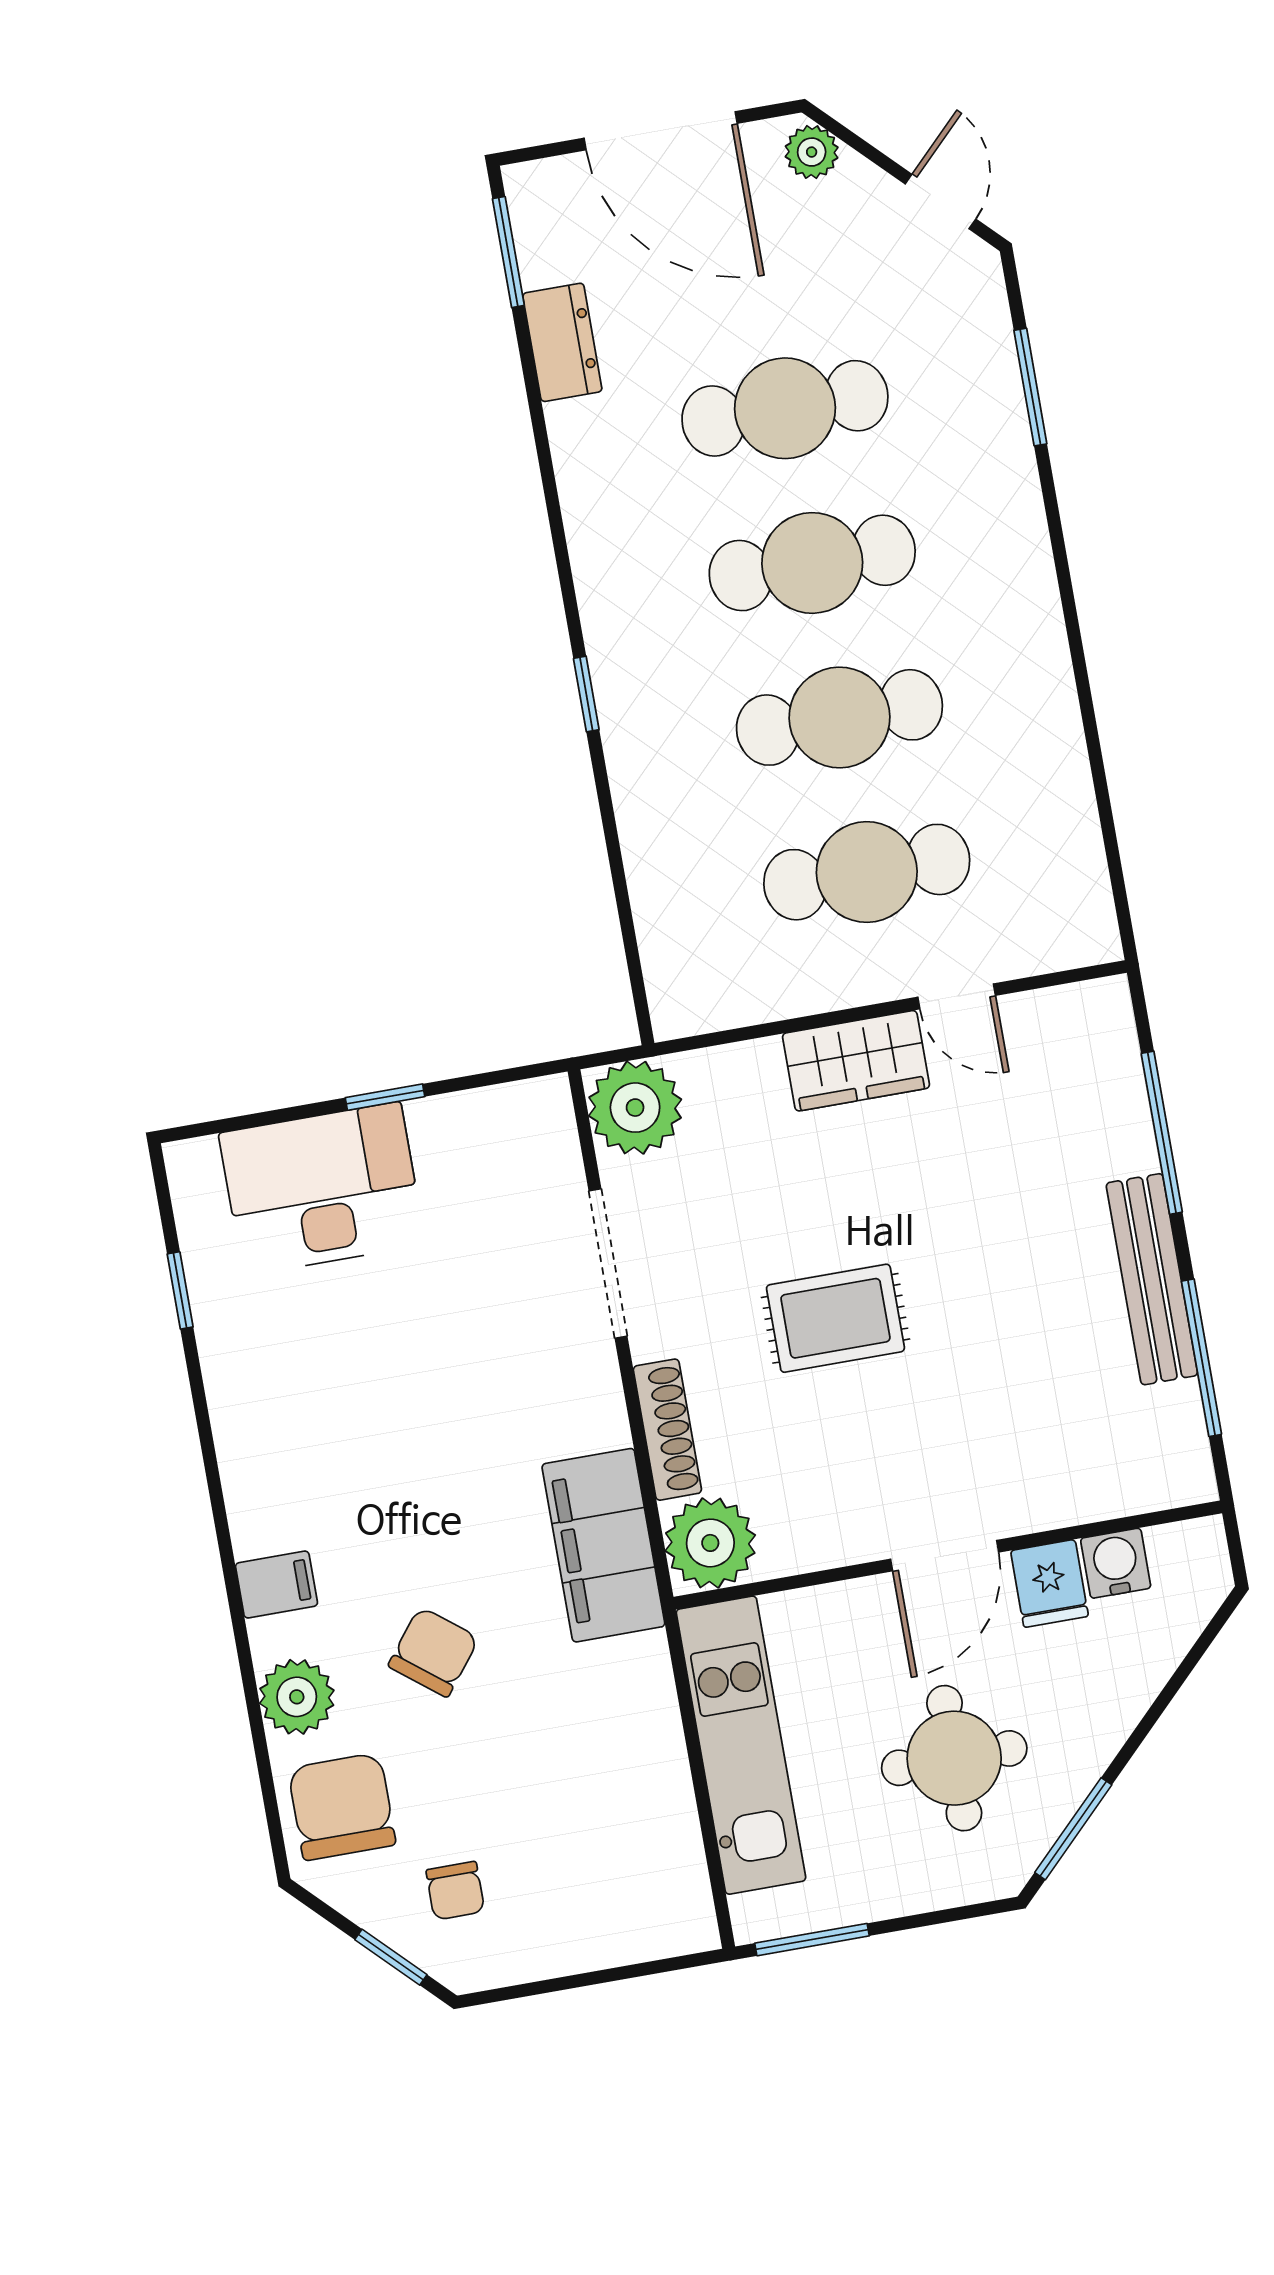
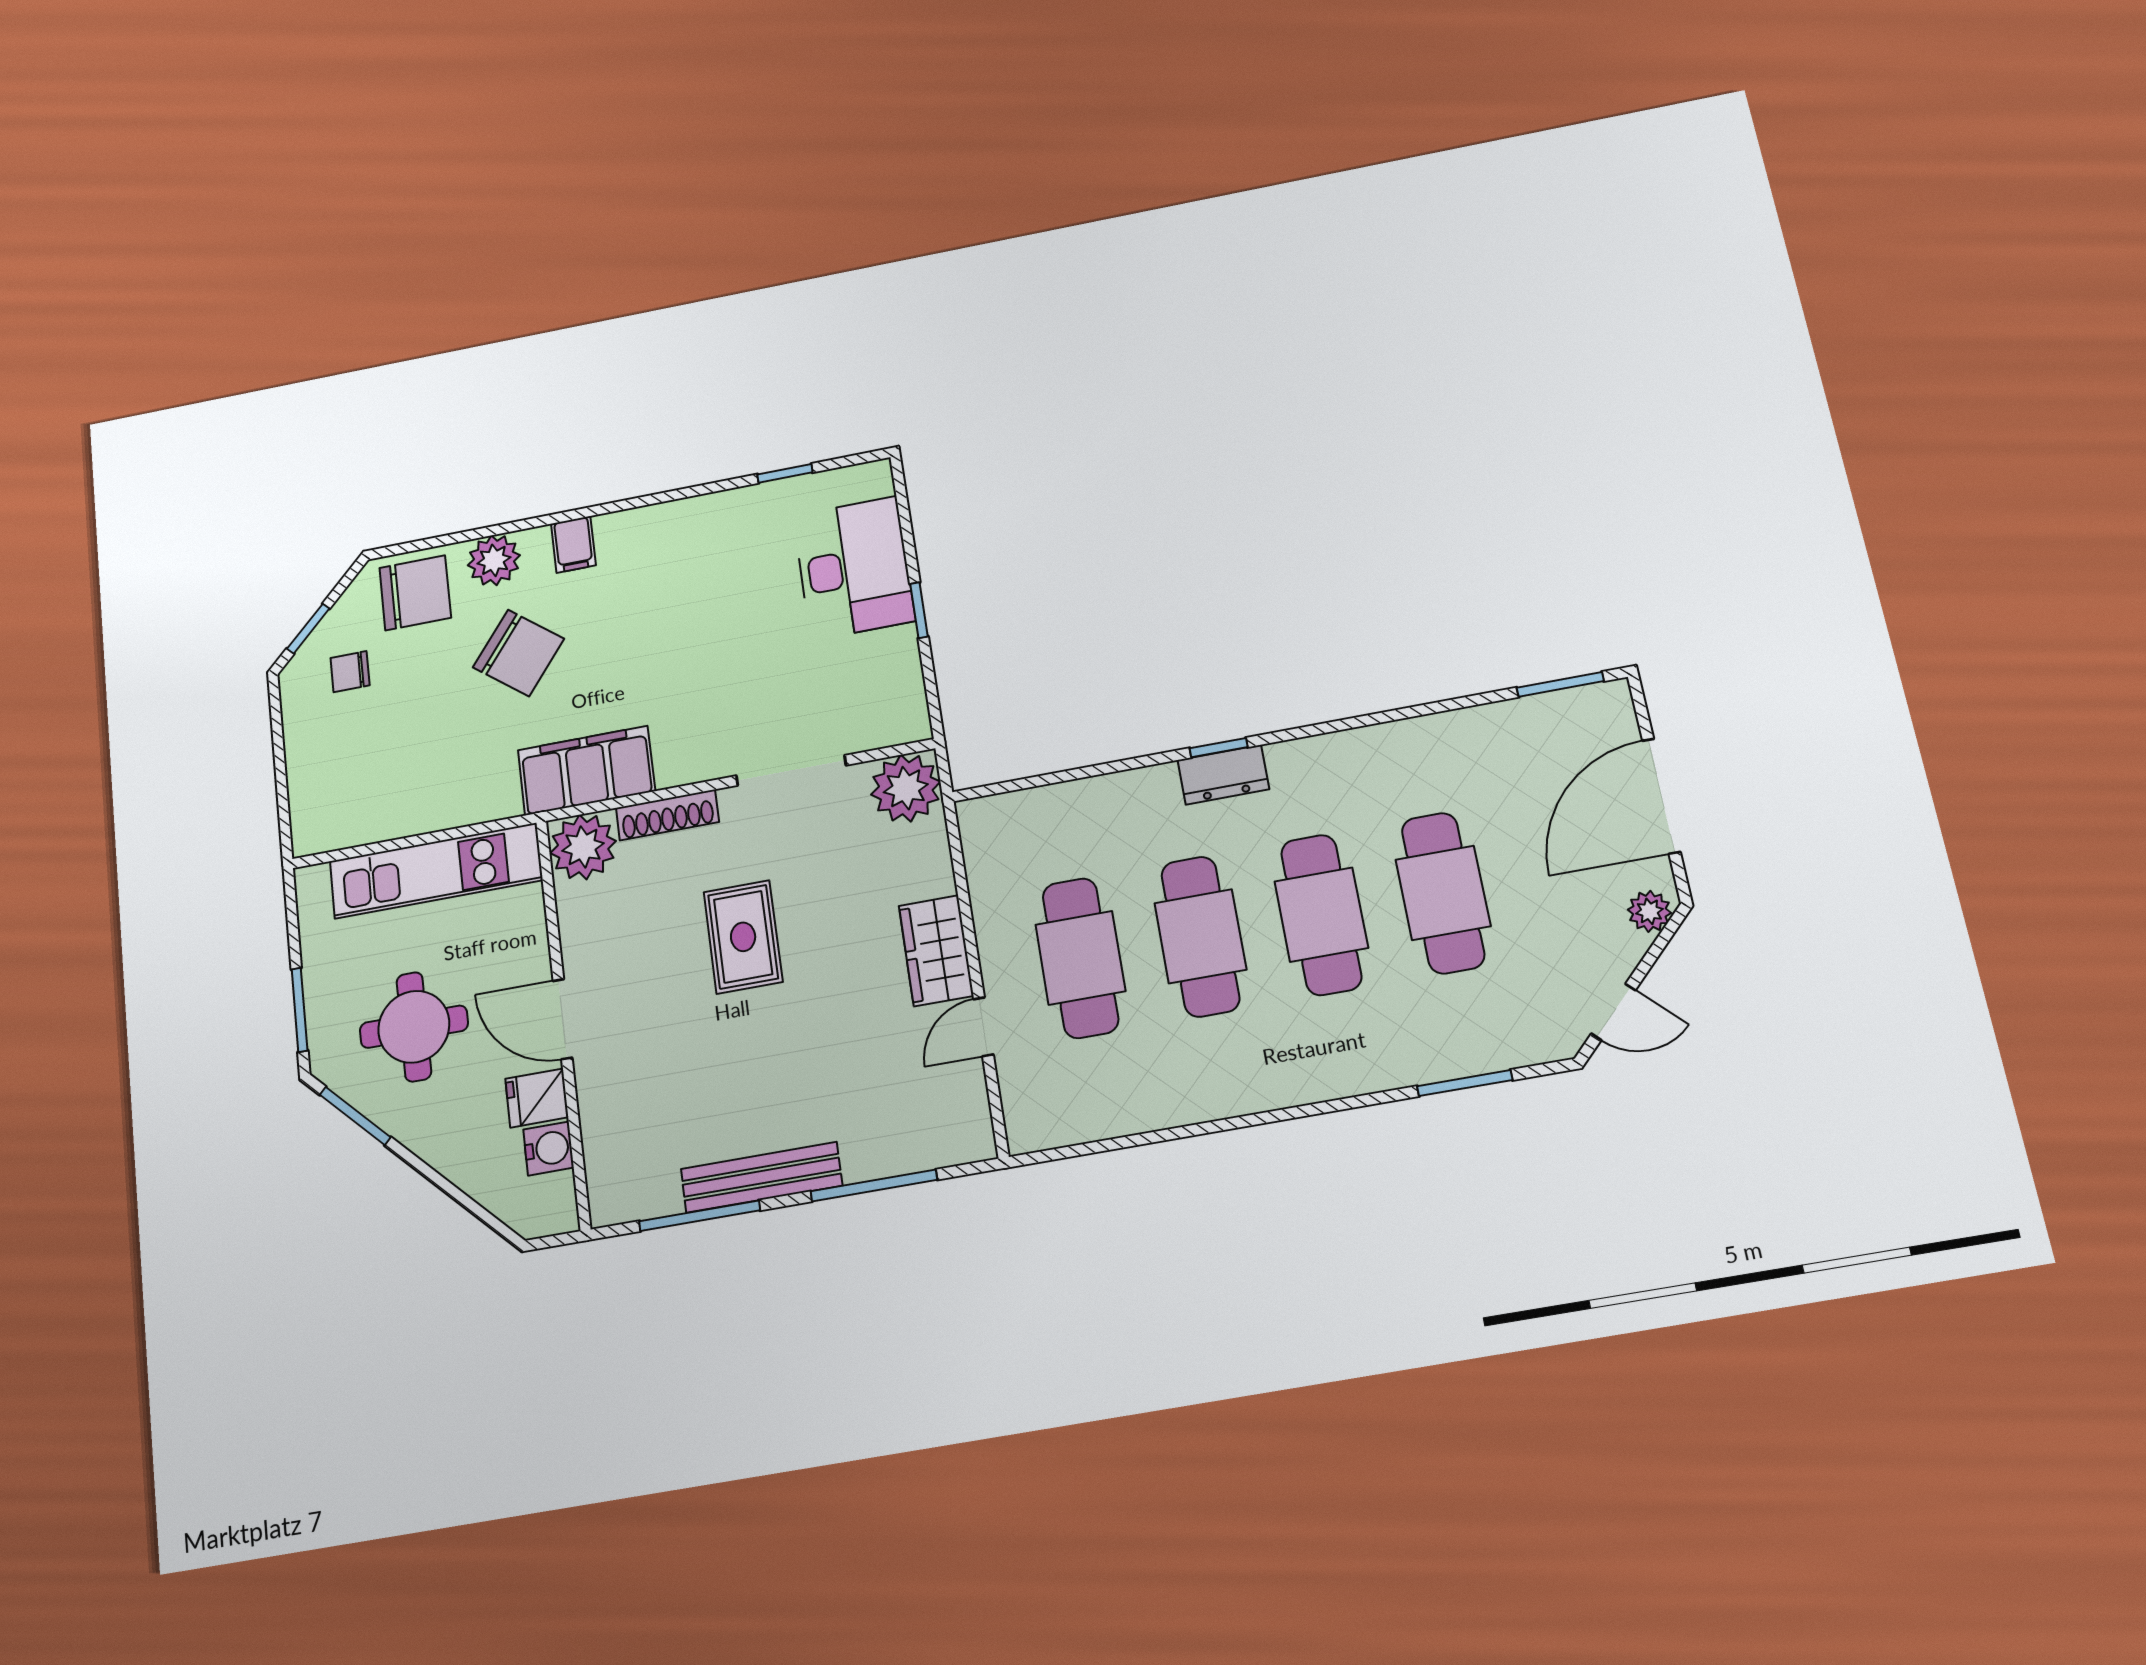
dresser: (562, 342) -> (1223, 775), moved
chair: (433, 1652) -> (518, 653), width x1.37, depth x1.37
window: (812, 1940) -> (300, 1010), moved

